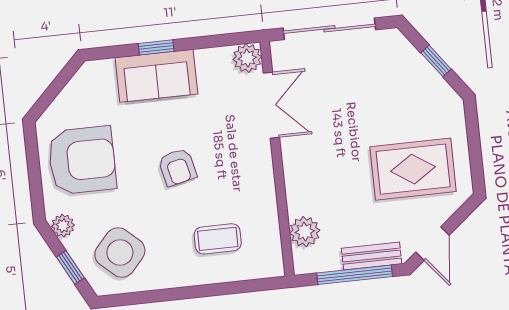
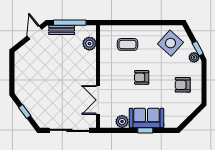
plant: (247, 58) -> (122, 121), moved
armchair: (82, 160) -> (183, 85), width x0.53, depth x0.53
armchair: (177, 167) -> (142, 77), turned -77
rug: (413, 169) -> (40, 66), removed
window: (70, 267) -> (198, 48), moved

